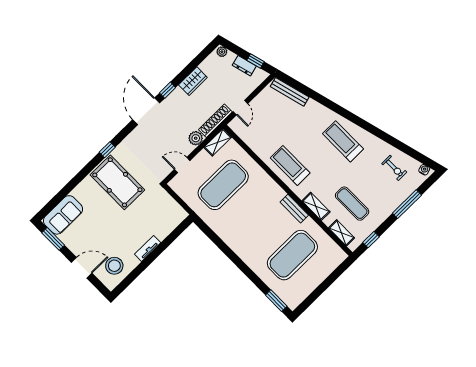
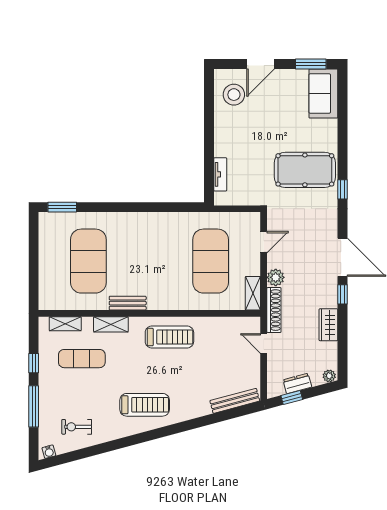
window: (371, 240) -> (34, 363), moved
tv unit: (148, 248) -> (220, 174), moved

